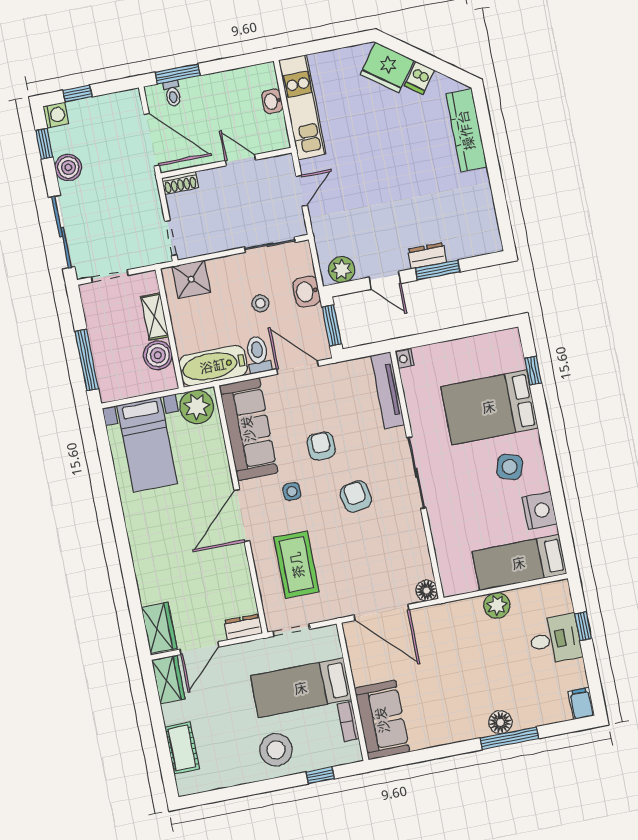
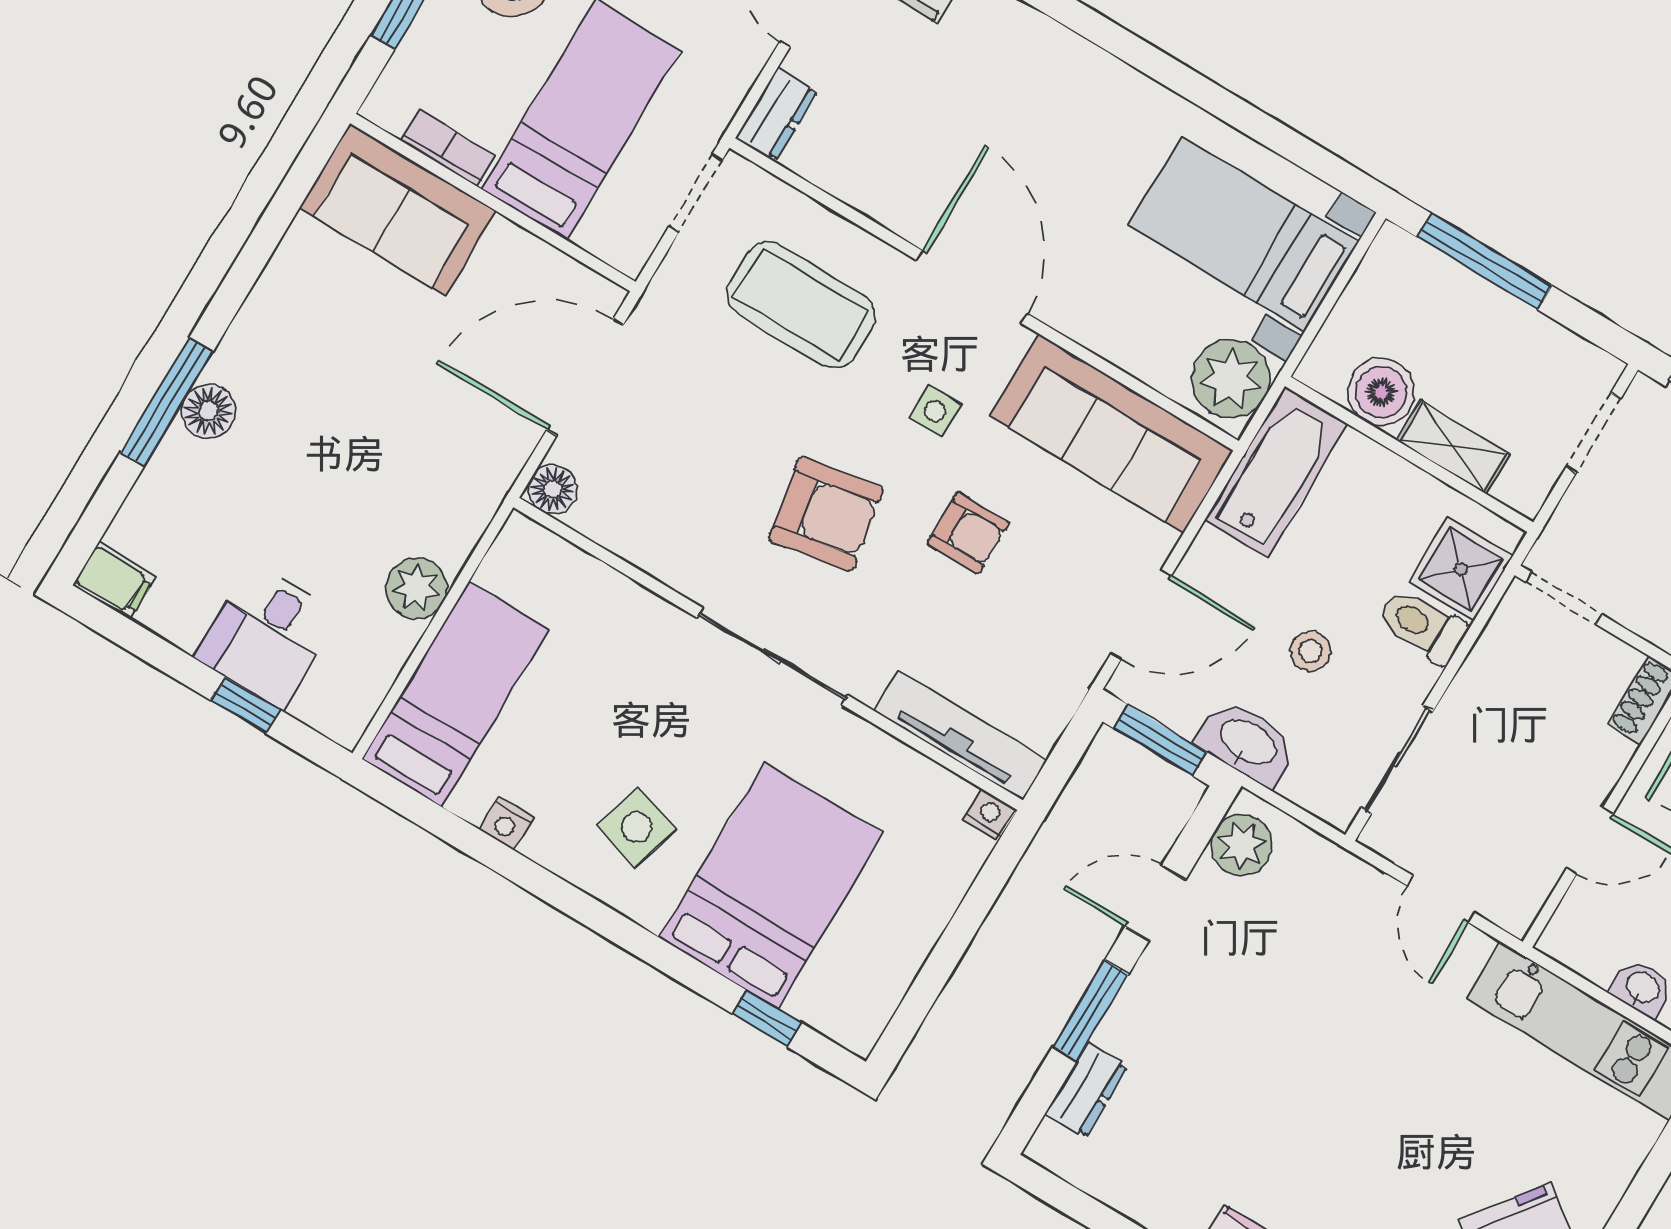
dresser: (427, 256) -> (1086, 1090), moved
washbasin: (307, 292) -> (1247, 743), width x1.38
toilet: (258, 355) -> (1422, 626), moved, turned 180
armchair: (356, 497) -> (826, 514), width x1.38, depth x1.38
nightstand: (539, 511) -> (506, 824), width x0.53, depth x0.56

